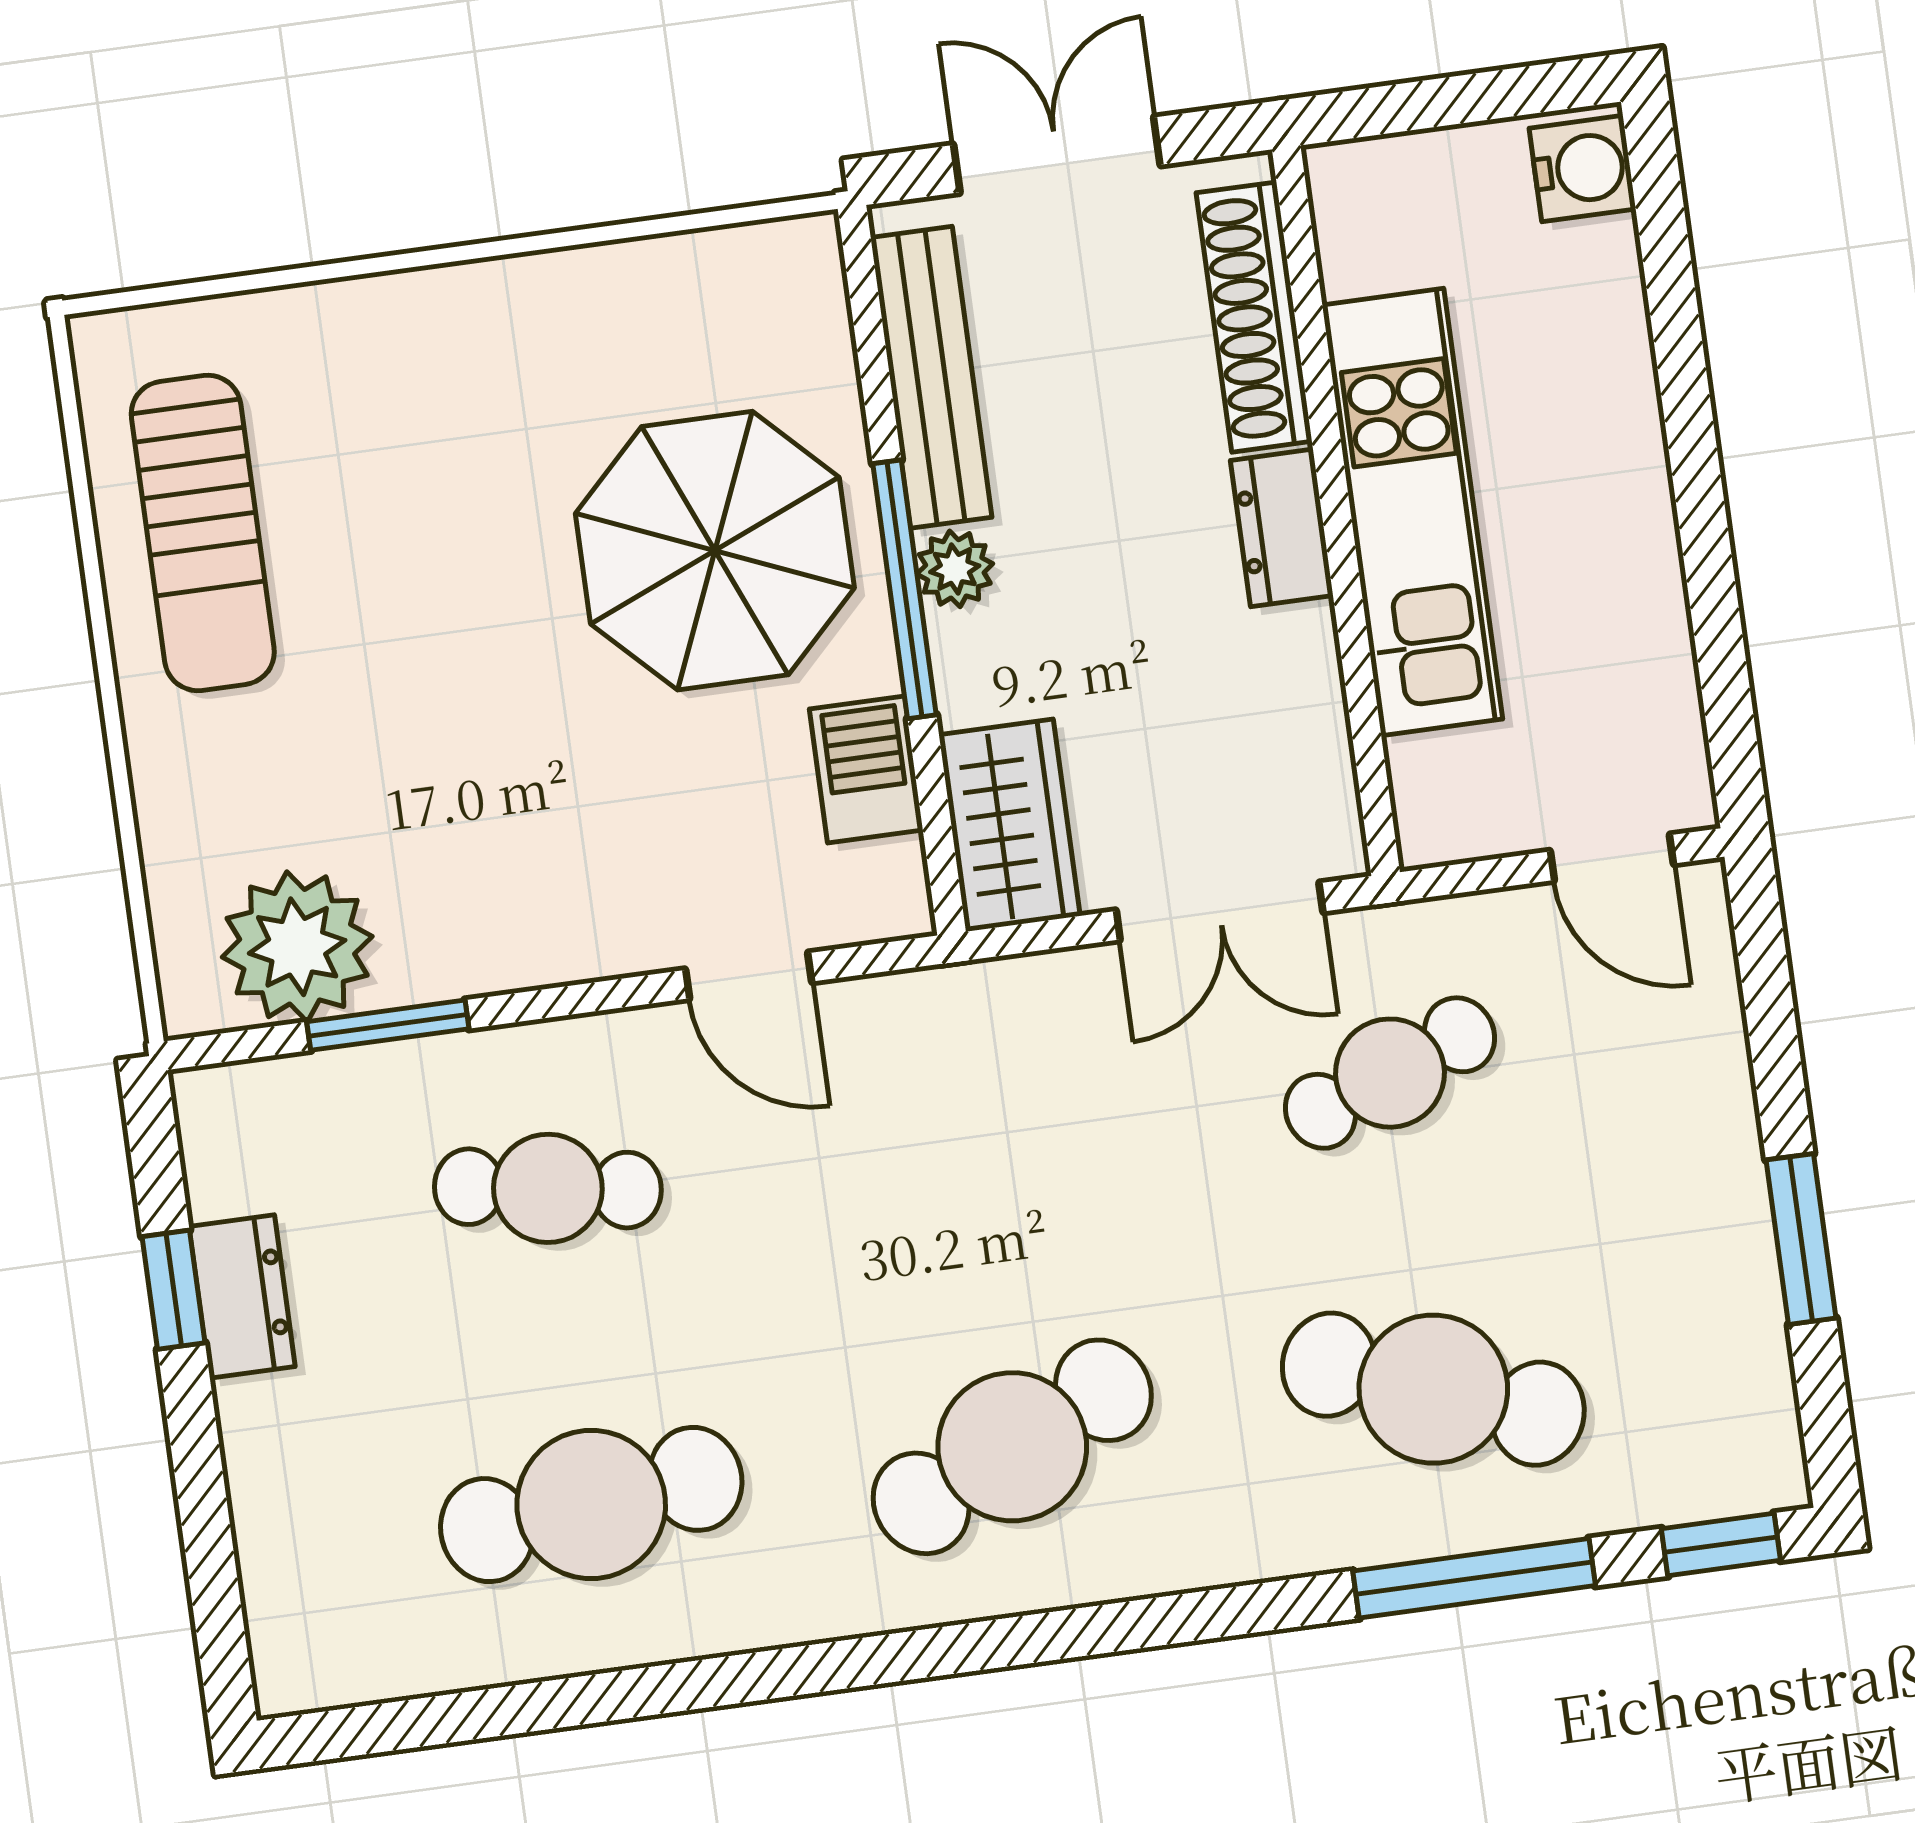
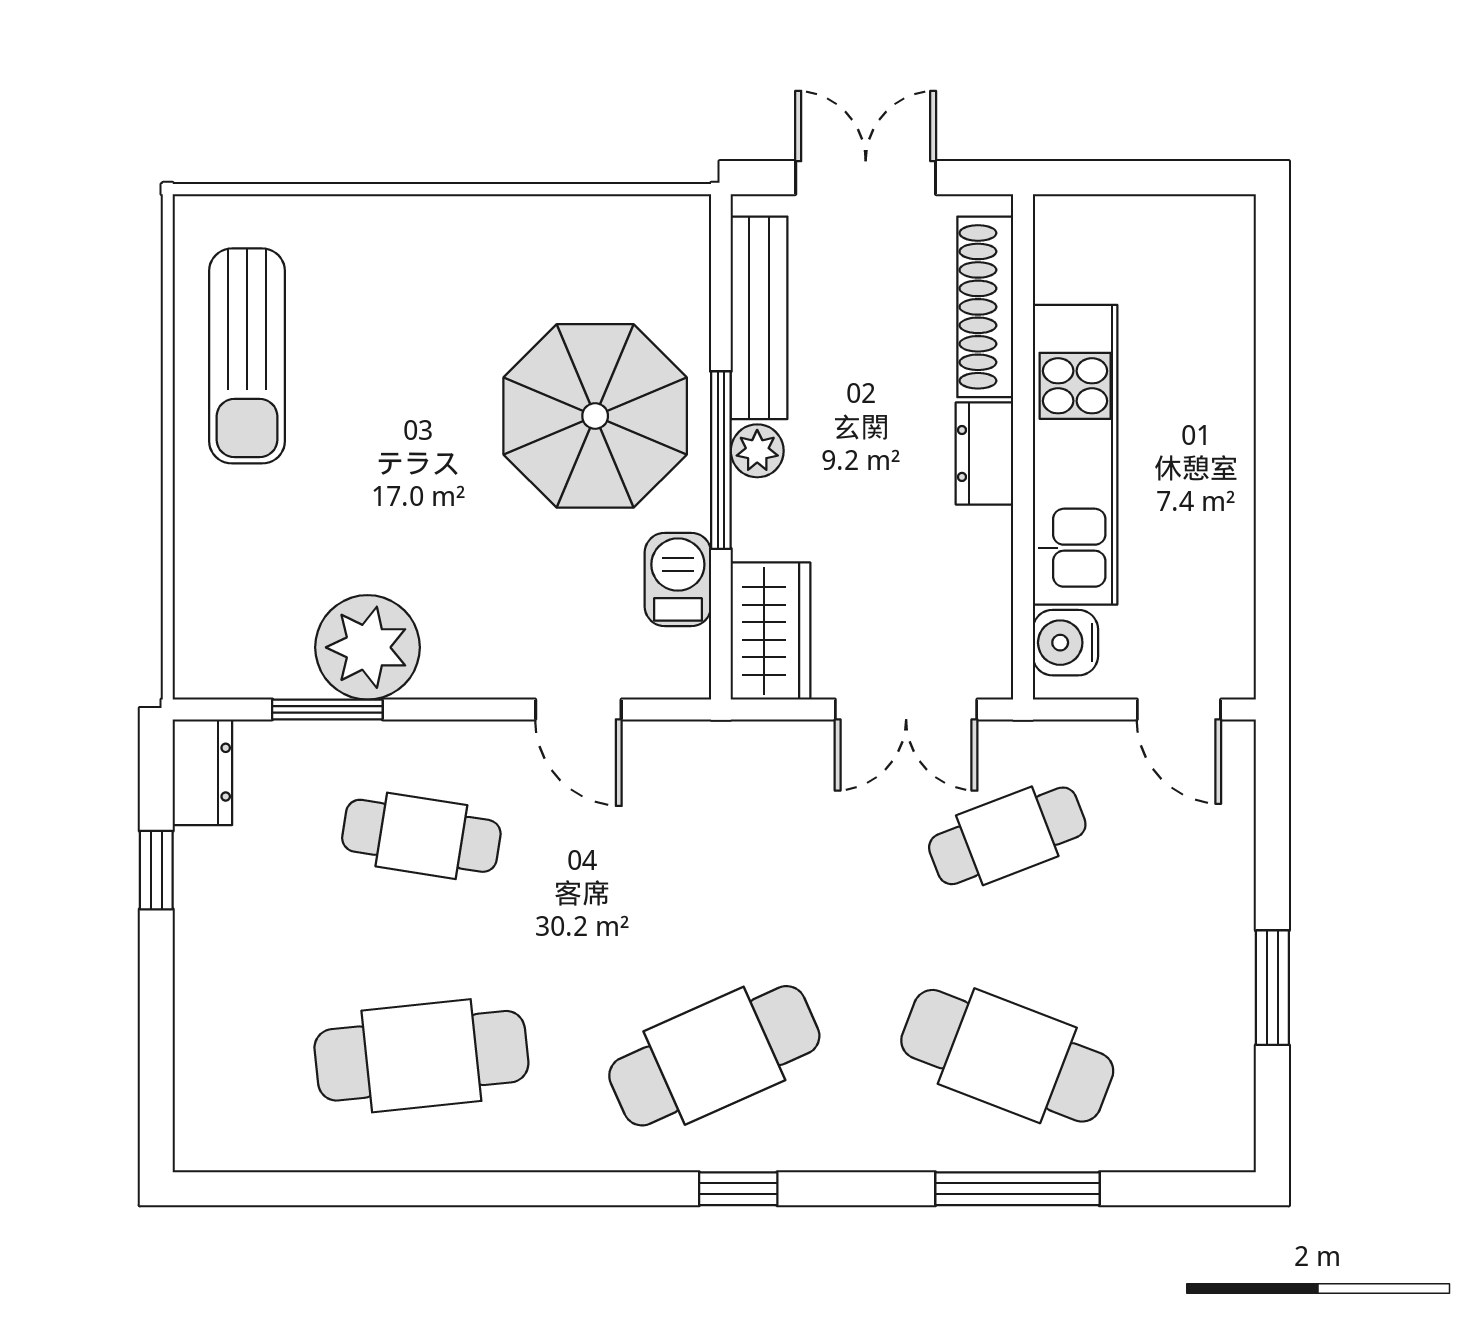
water cooler: (1582, 169) -> (1065, 643), moved, turned 180
plant: (297, 947) -> (367, 647), moved
dresser: (242, 1296) -> (202, 772), moved
window: (1721, 1544) -> (738, 1189), moved

